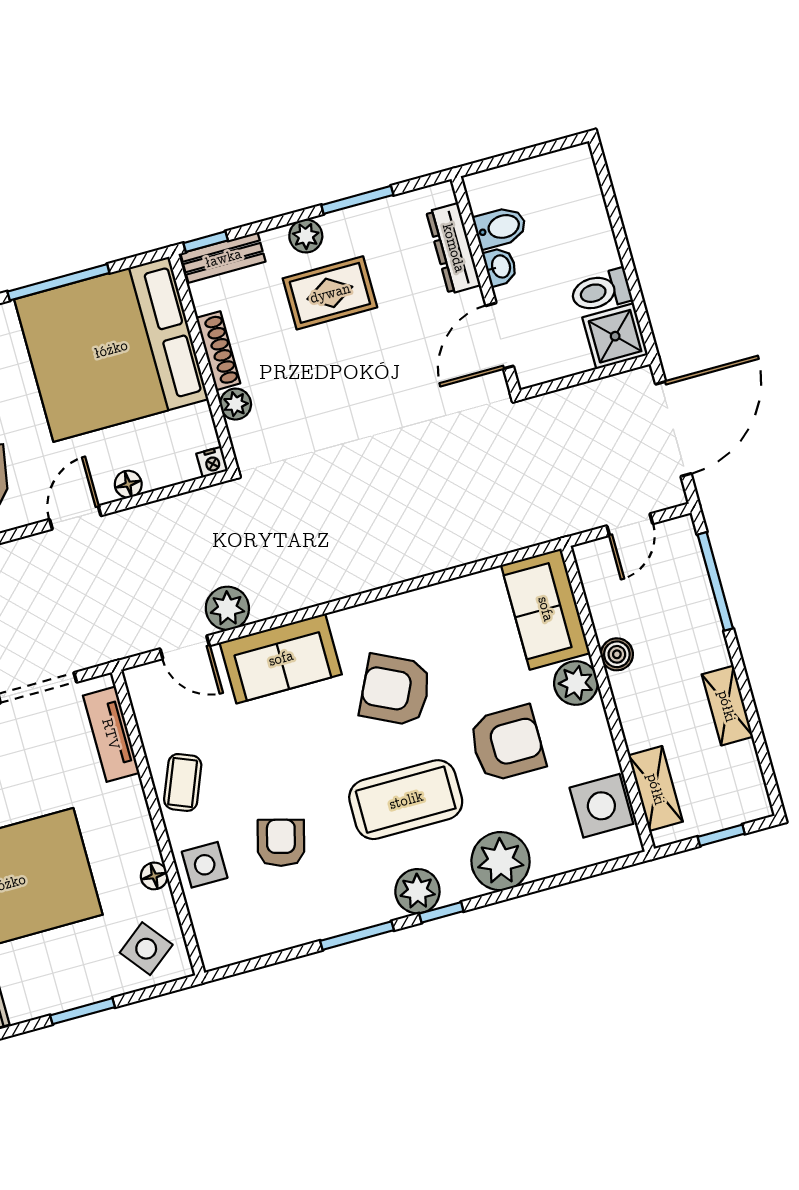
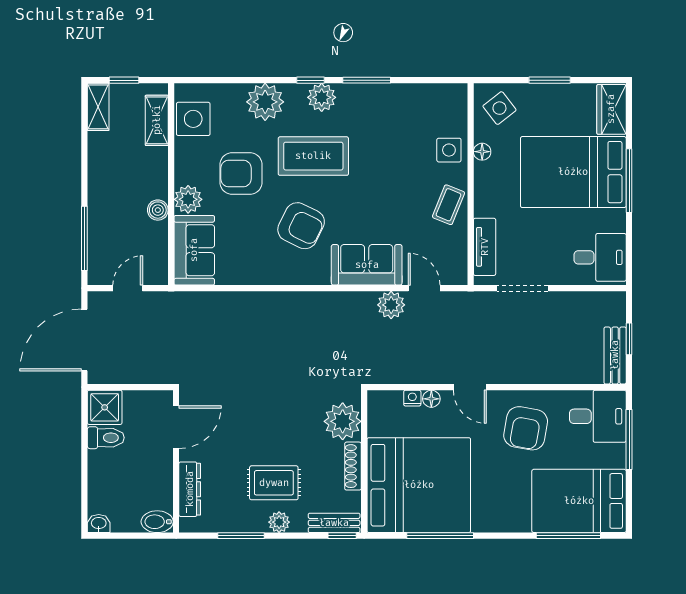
bidet: (500, 227) -> (157, 522), moved
washbasin: (500, 267) -> (99, 524), moved, turned 90
plant: (236, 404) -> (343, 421), width x1.87, depth x1.87
nightstand: (212, 462) -> (412, 398), moved
door: (75, 517) -> (470, 387), hinge flipped
shelving: (727, 706) -> (98, 107), moved
armchair: (281, 843) -> (398, 151), removed

